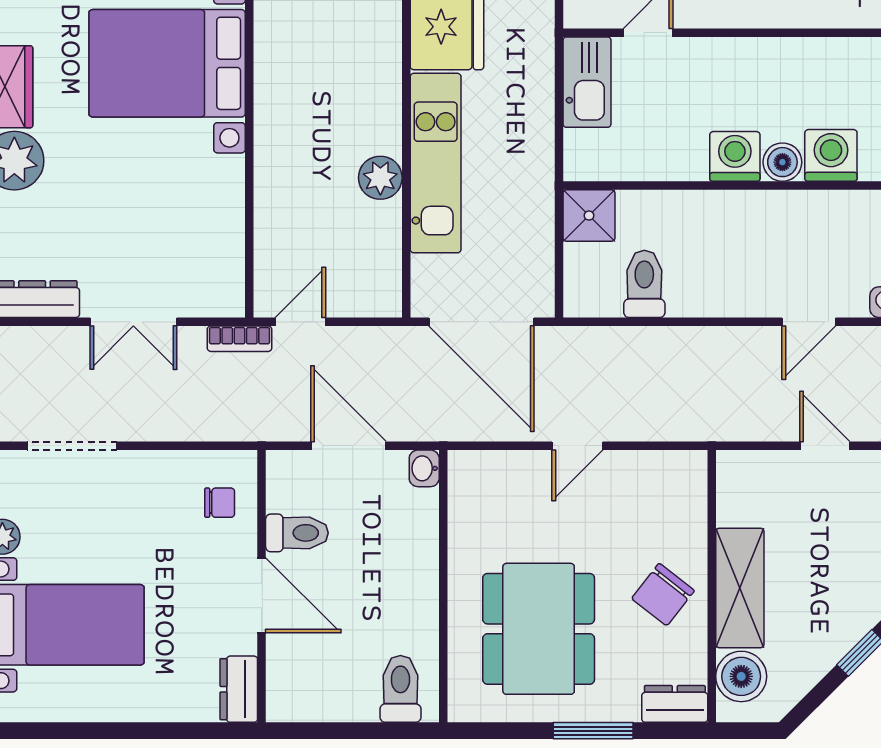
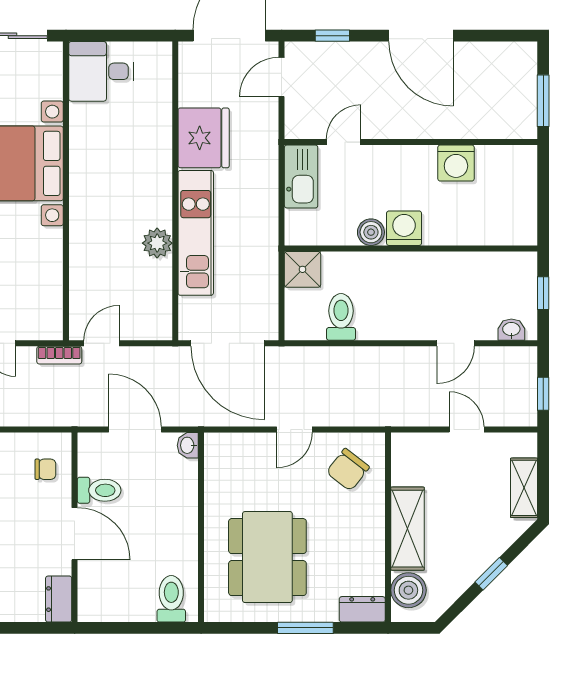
washing machine: (831, 155) -> (456, 163), moved, turned 180
boiler: (782, 162) -> (371, 232), moved
chair: (663, 595) -> (348, 470), moved

